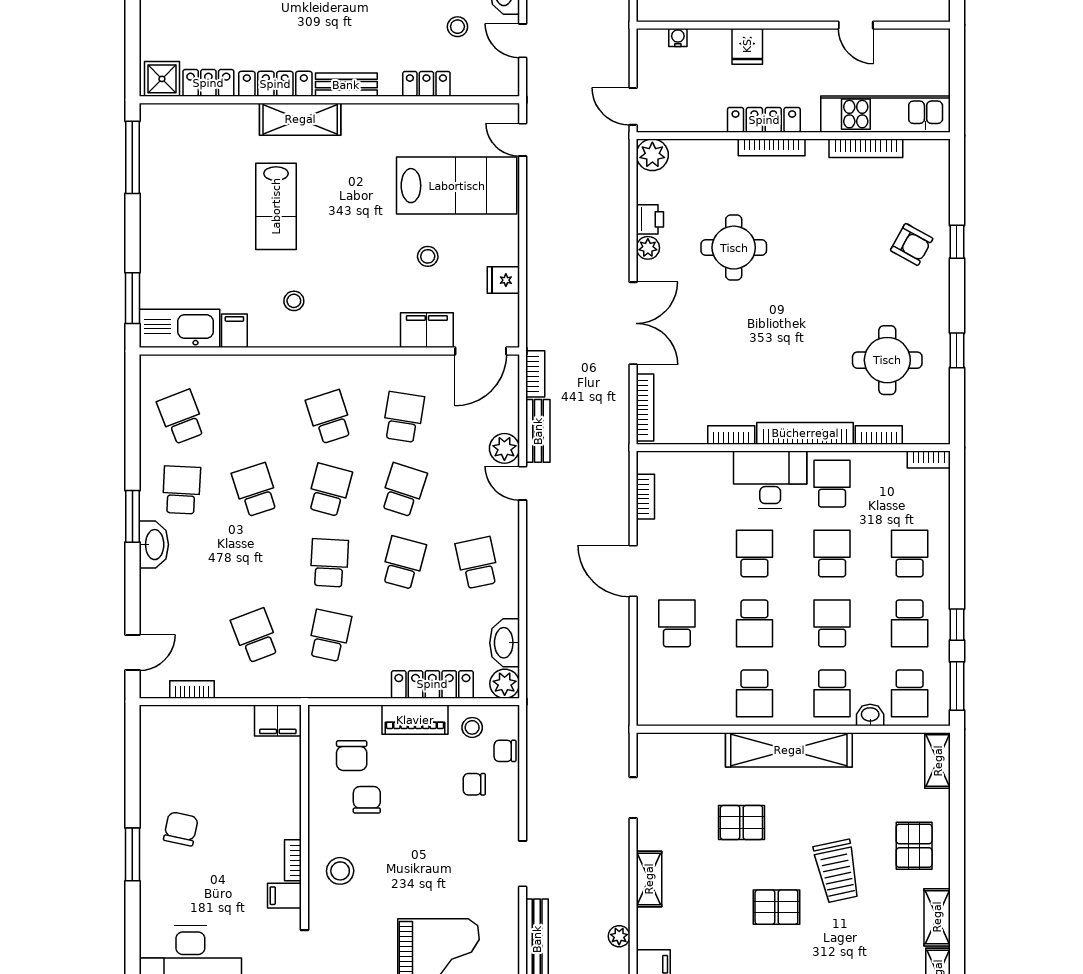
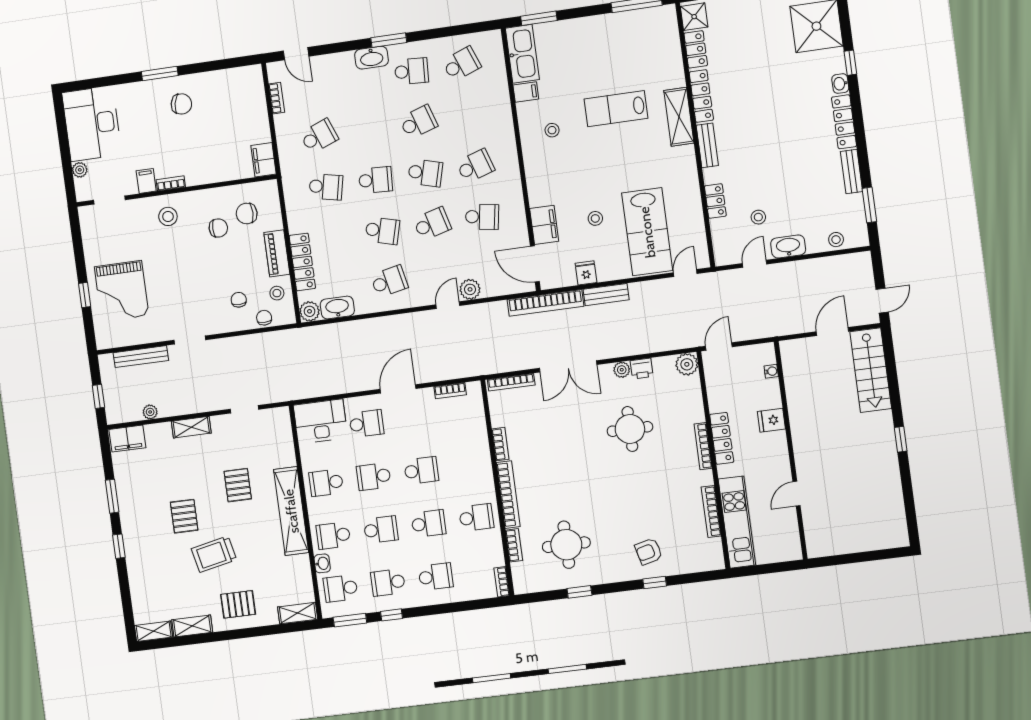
armchair: (912, 244) -> (649, 551), turned 47
bookcase: (535, 374) -> (545, 303), width x2.31, depth x1.31
bench: (538, 431) -> (606, 295), moved
desk: (770, 480) -> (320, 421), moved, turned -90
school desk: (403, 490) -> (432, 224), turned -33

